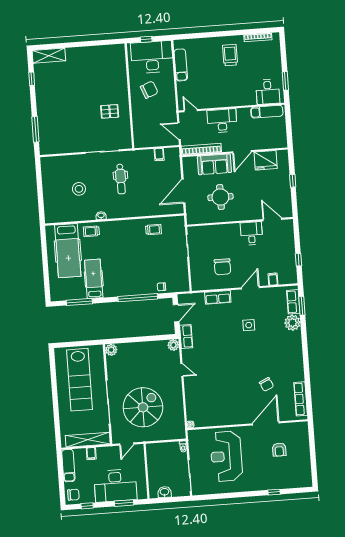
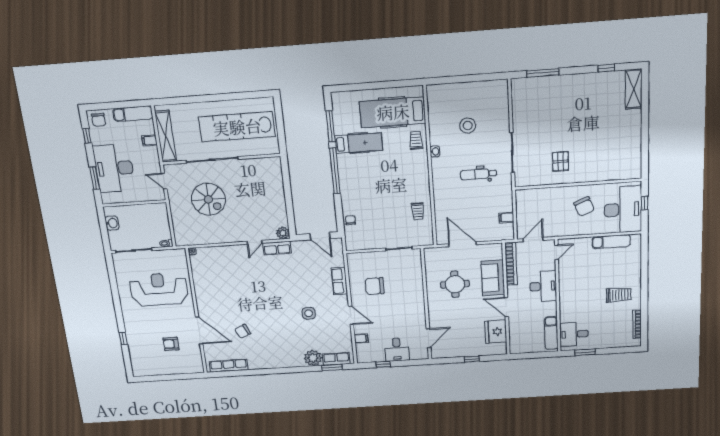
desk: (251, 233) -> (397, 350), moved, turned 90
window: (138, 298) -> (335, 171), moved
row of seats: (186, 336) -> (277, 248), moved
plant: (111, 350) -> (274, 163), removed
spiral stairs: (143, 407) -> (208, 199), width x0.73, depth x0.73

